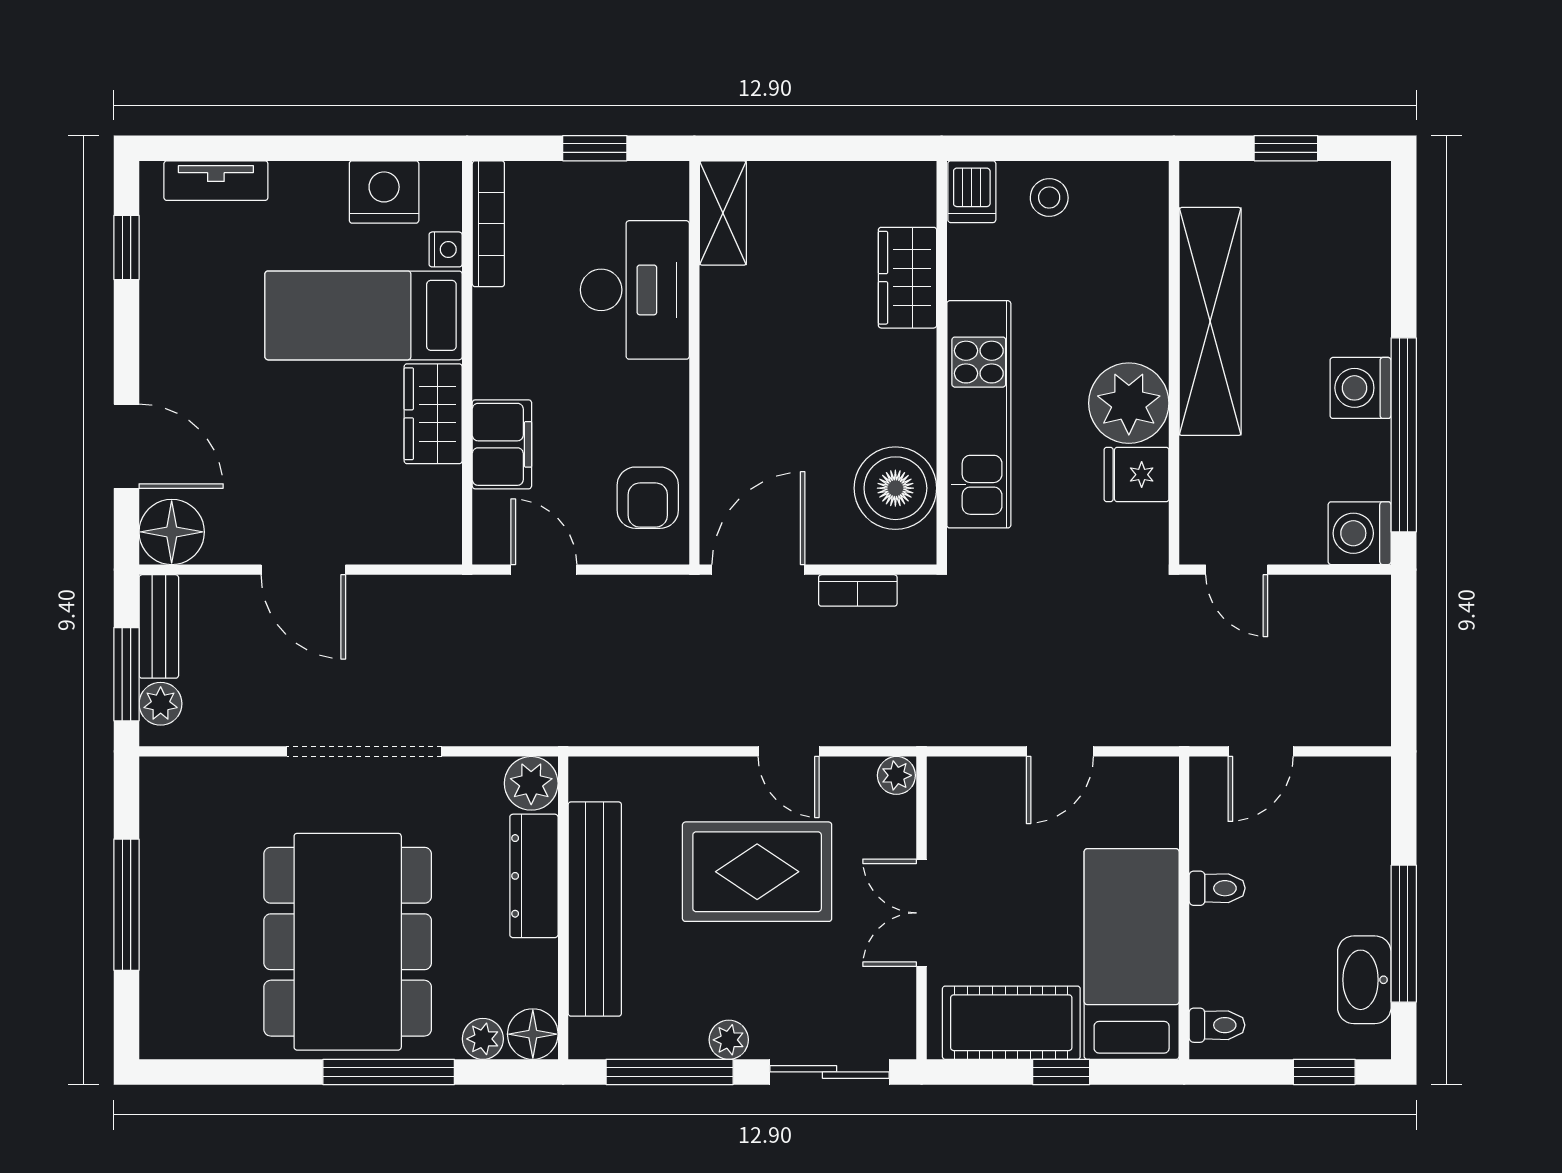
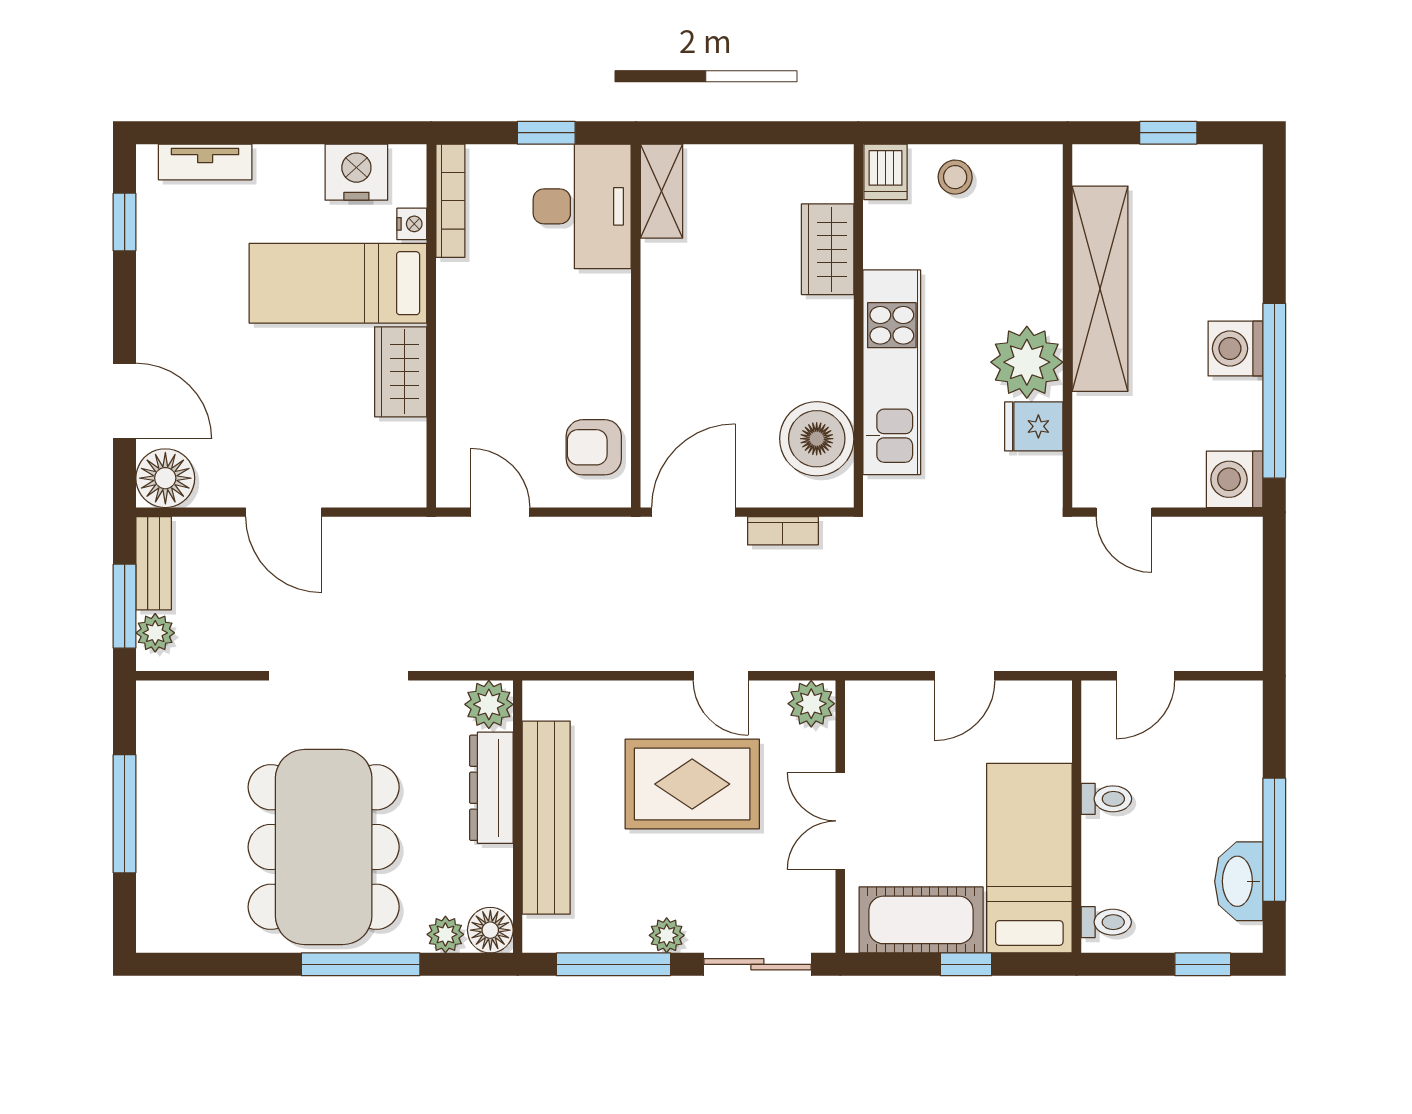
desk: (635, 290) -> (582, 206), moved
filing cabinet: (502, 444) -> (462, 399), removed
armchair: (648, 498) -> (594, 447), turned 90
plant: (896, 775) -> (811, 704), width x1.38, depth x1.38

